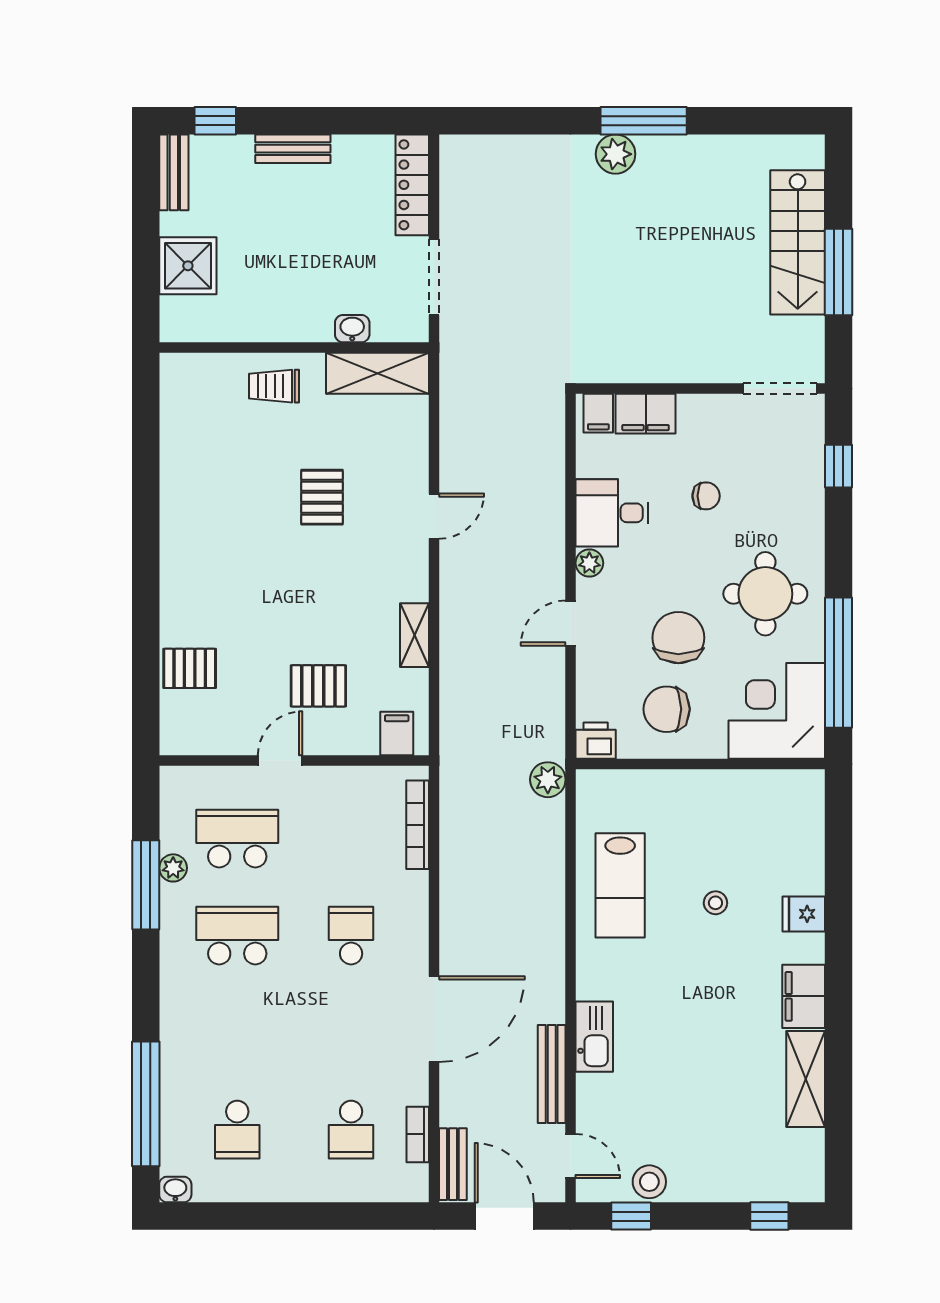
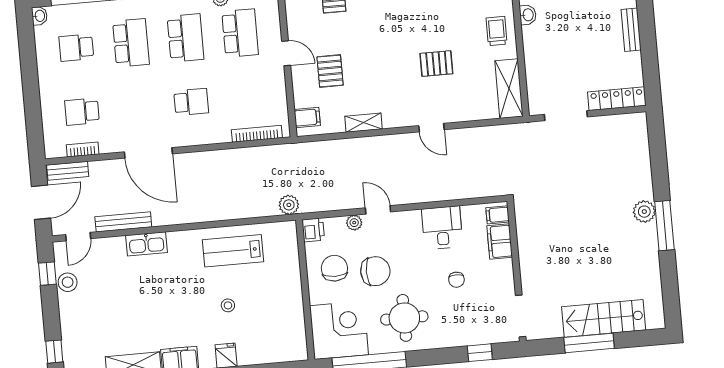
washbasin: (352, 329) -> (528, 15), moved
plant: (589, 563) -> (354, 223), moved
school desk: (237, 1033) -> (131, 43), added

